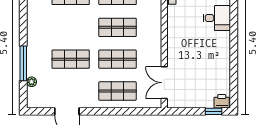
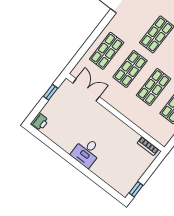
desk: (217, 18) -> (87, 152), moved
window: (214, 111) -> (51, 92), moved

